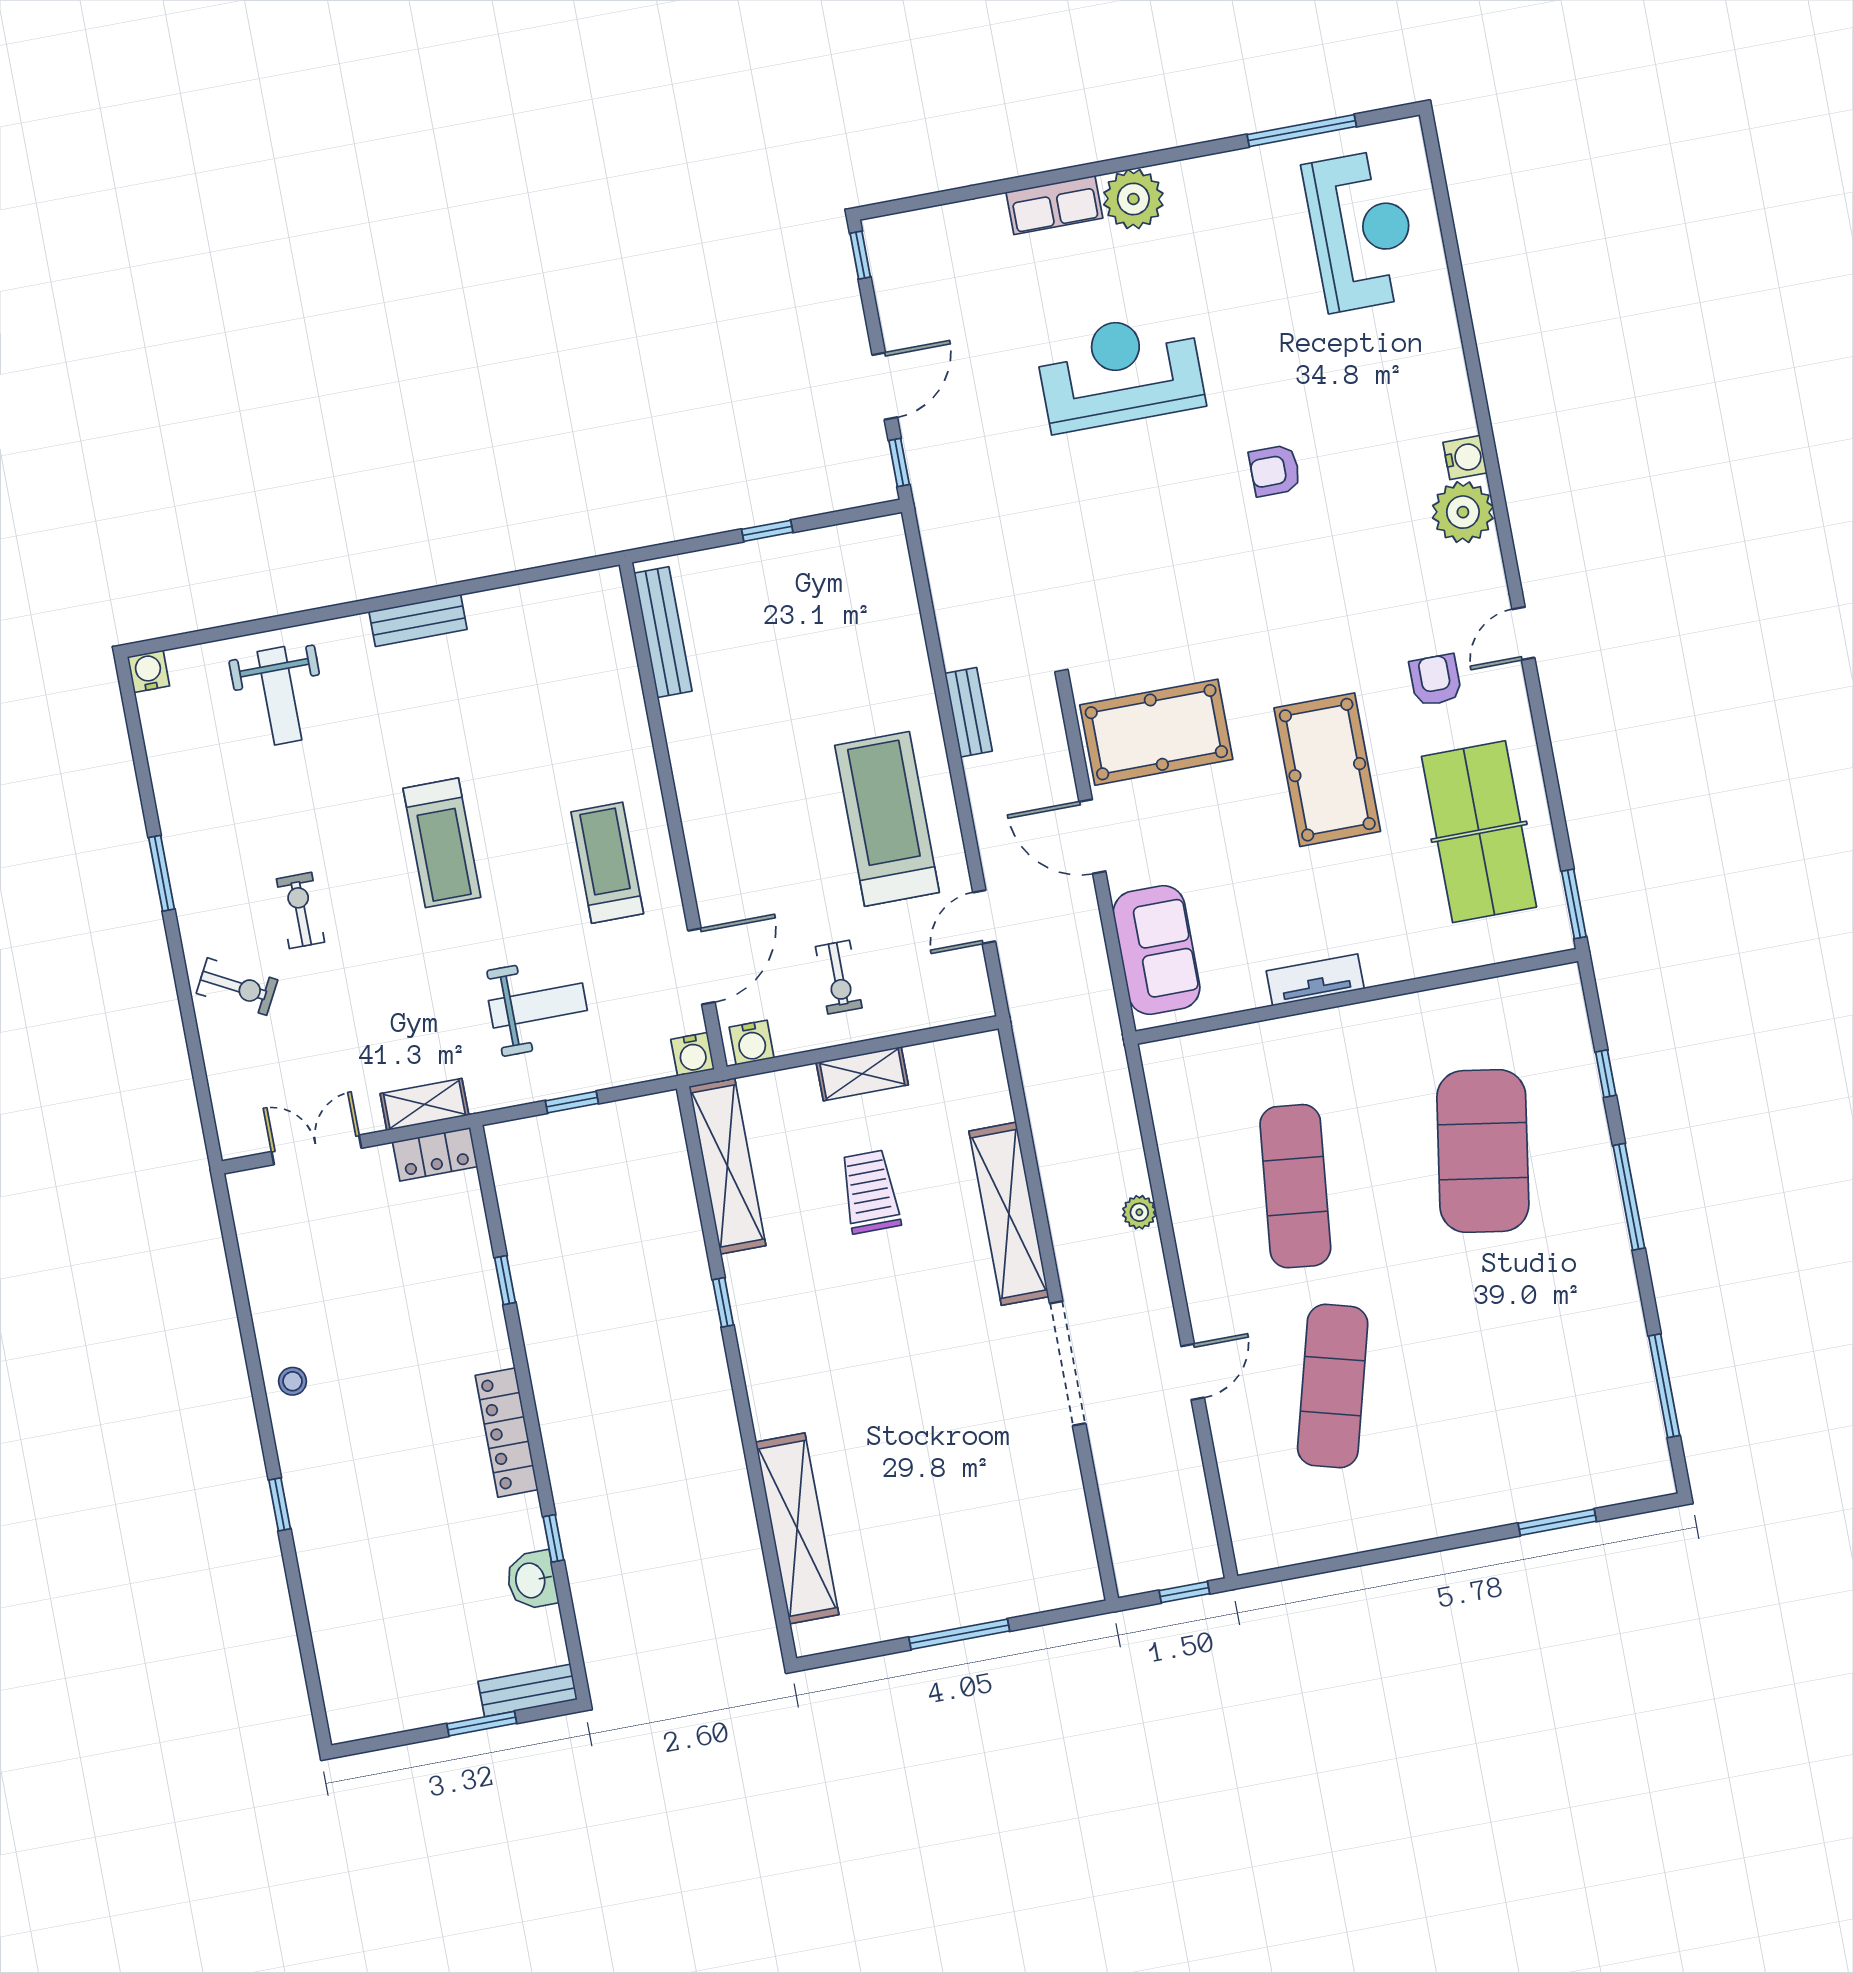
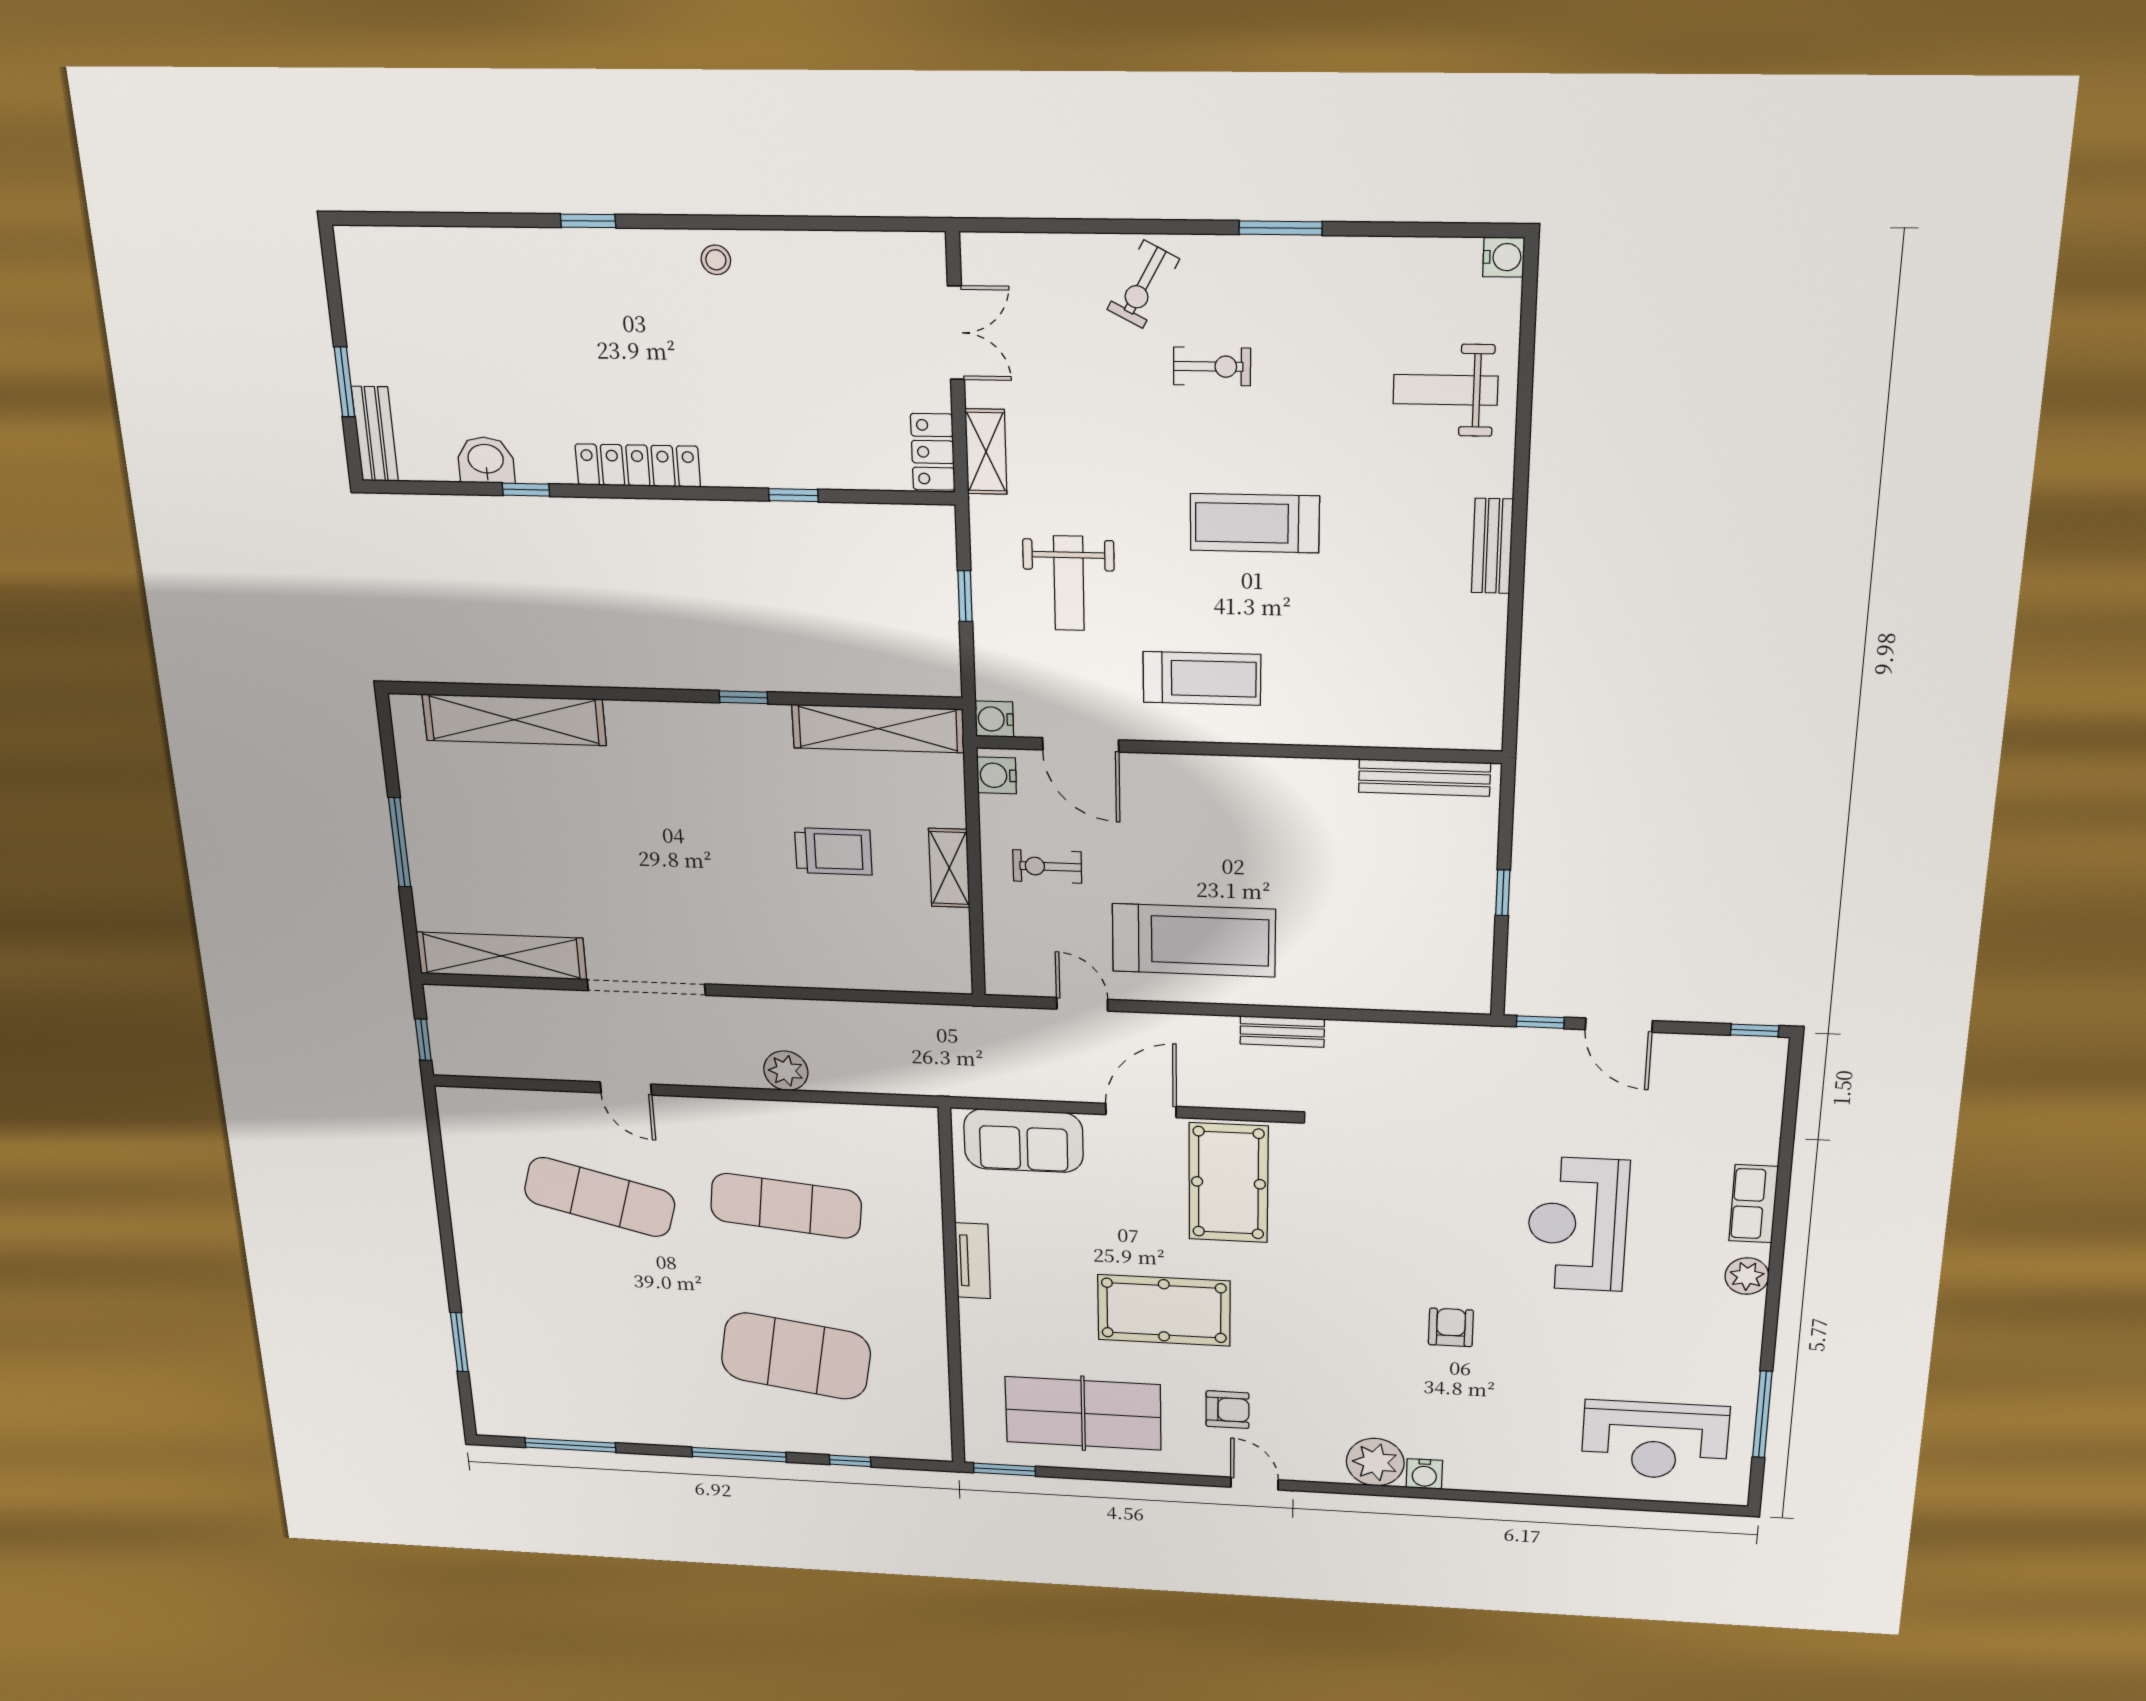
plant: (1133, 199) -> (1747, 1276), width x0.73, depth x0.73
reception desk: (1120, 372) -> (1577, 1224), turned 180
plant: (1139, 1212) -> (786, 1071), width x1.38, depth x1.38
shelving: (1009, 1214) -> (501, 956), moved

